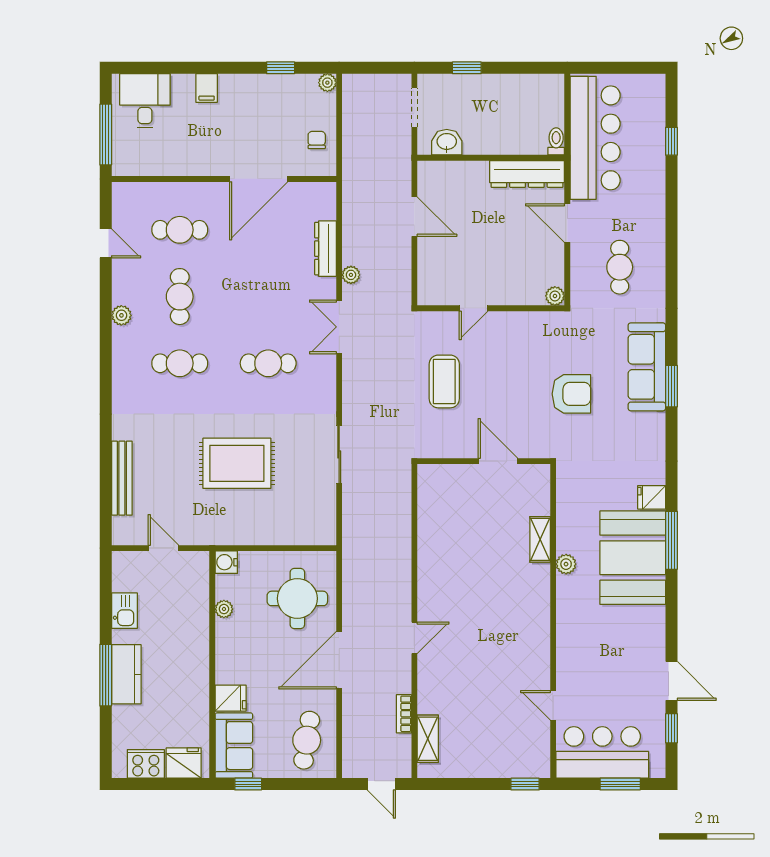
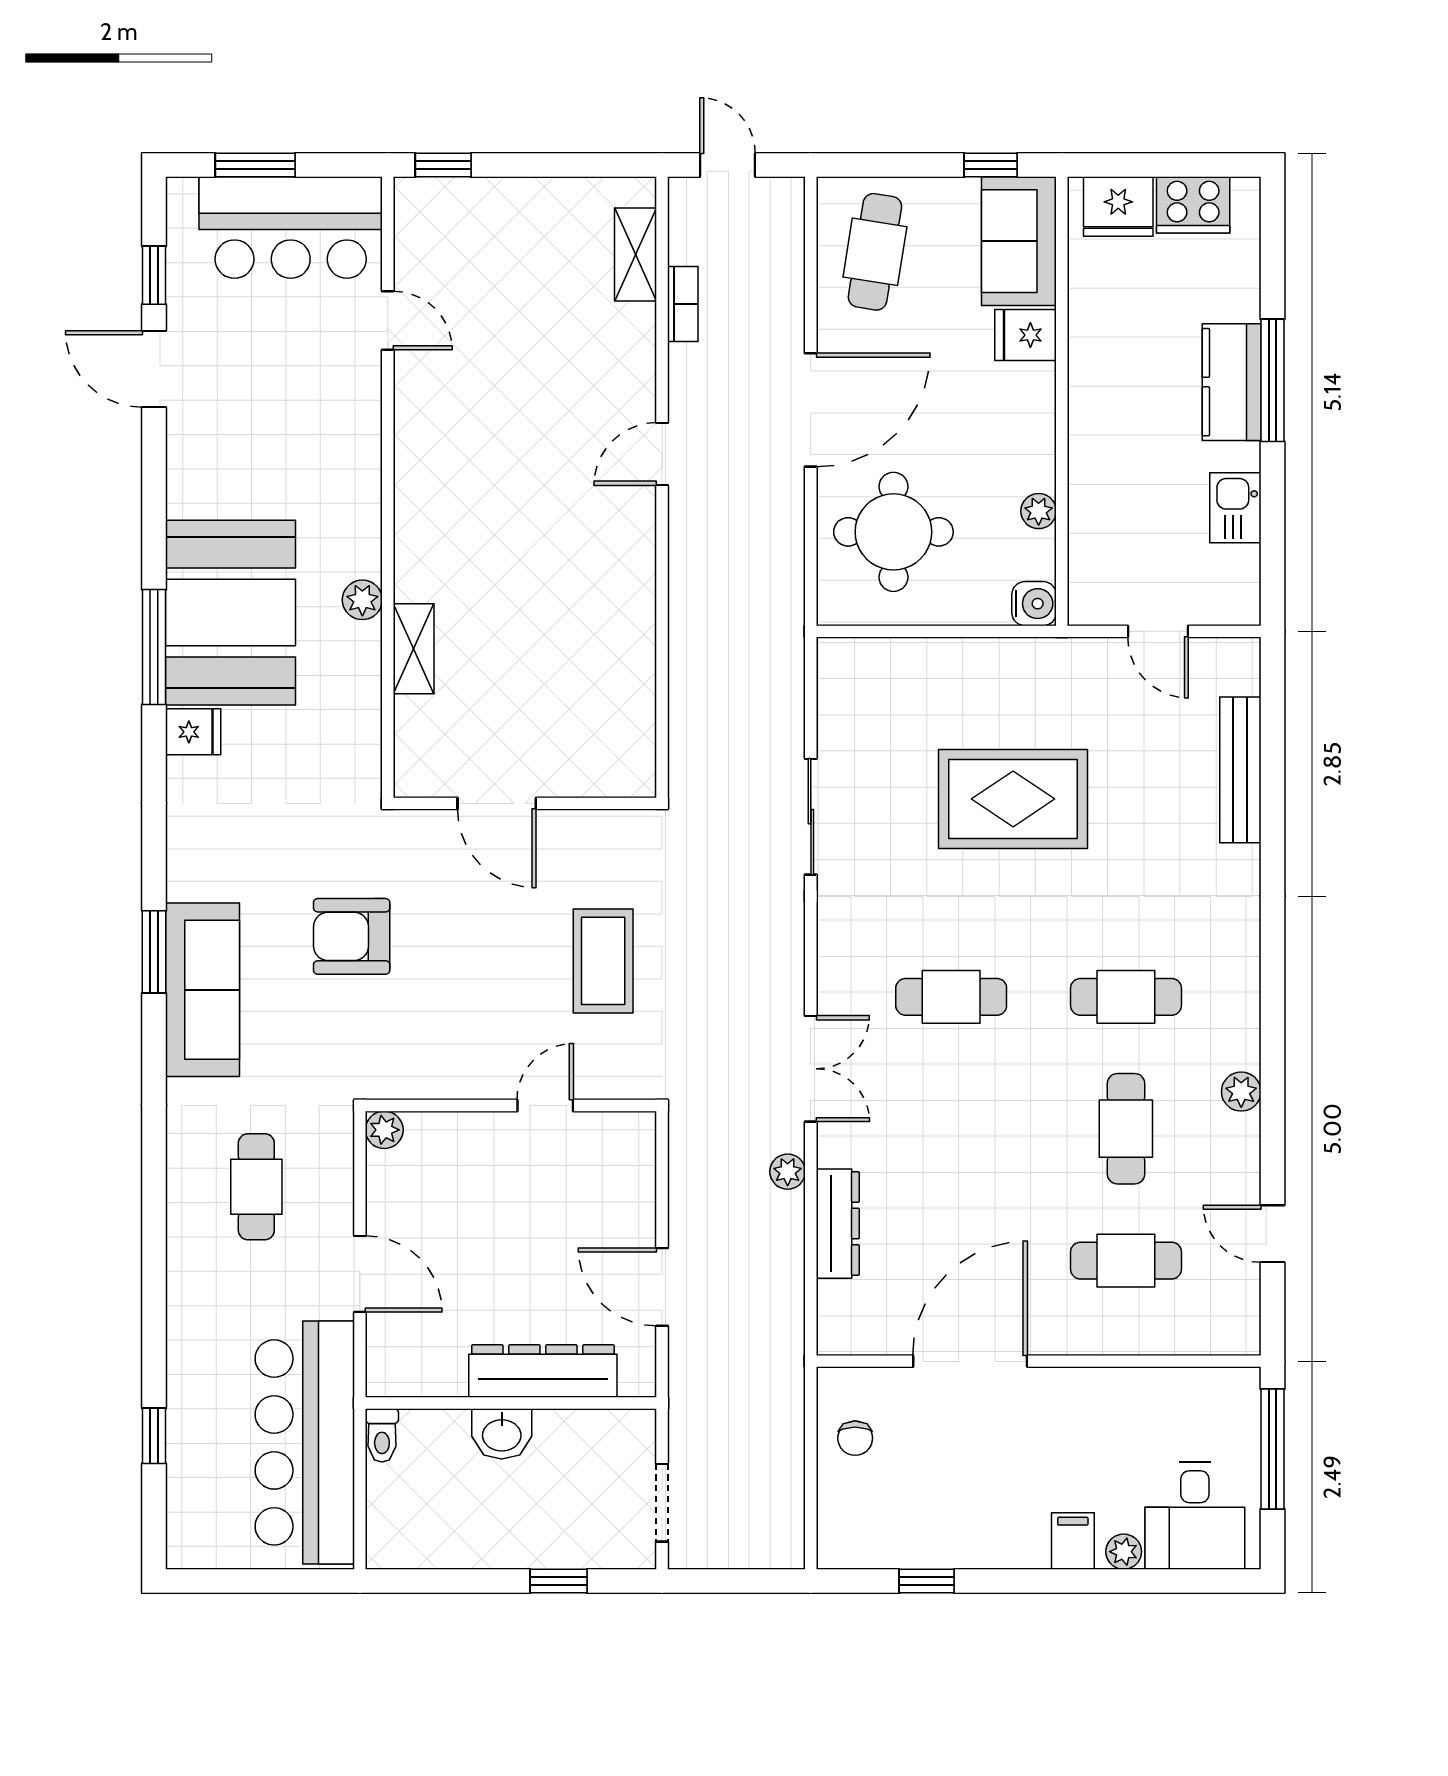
plant: (327, 83) -> (1124, 1552), moved
washbasin: (447, 142) -> (502, 1434), moved
dresser: (527, 174) -> (543, 1371), moved

